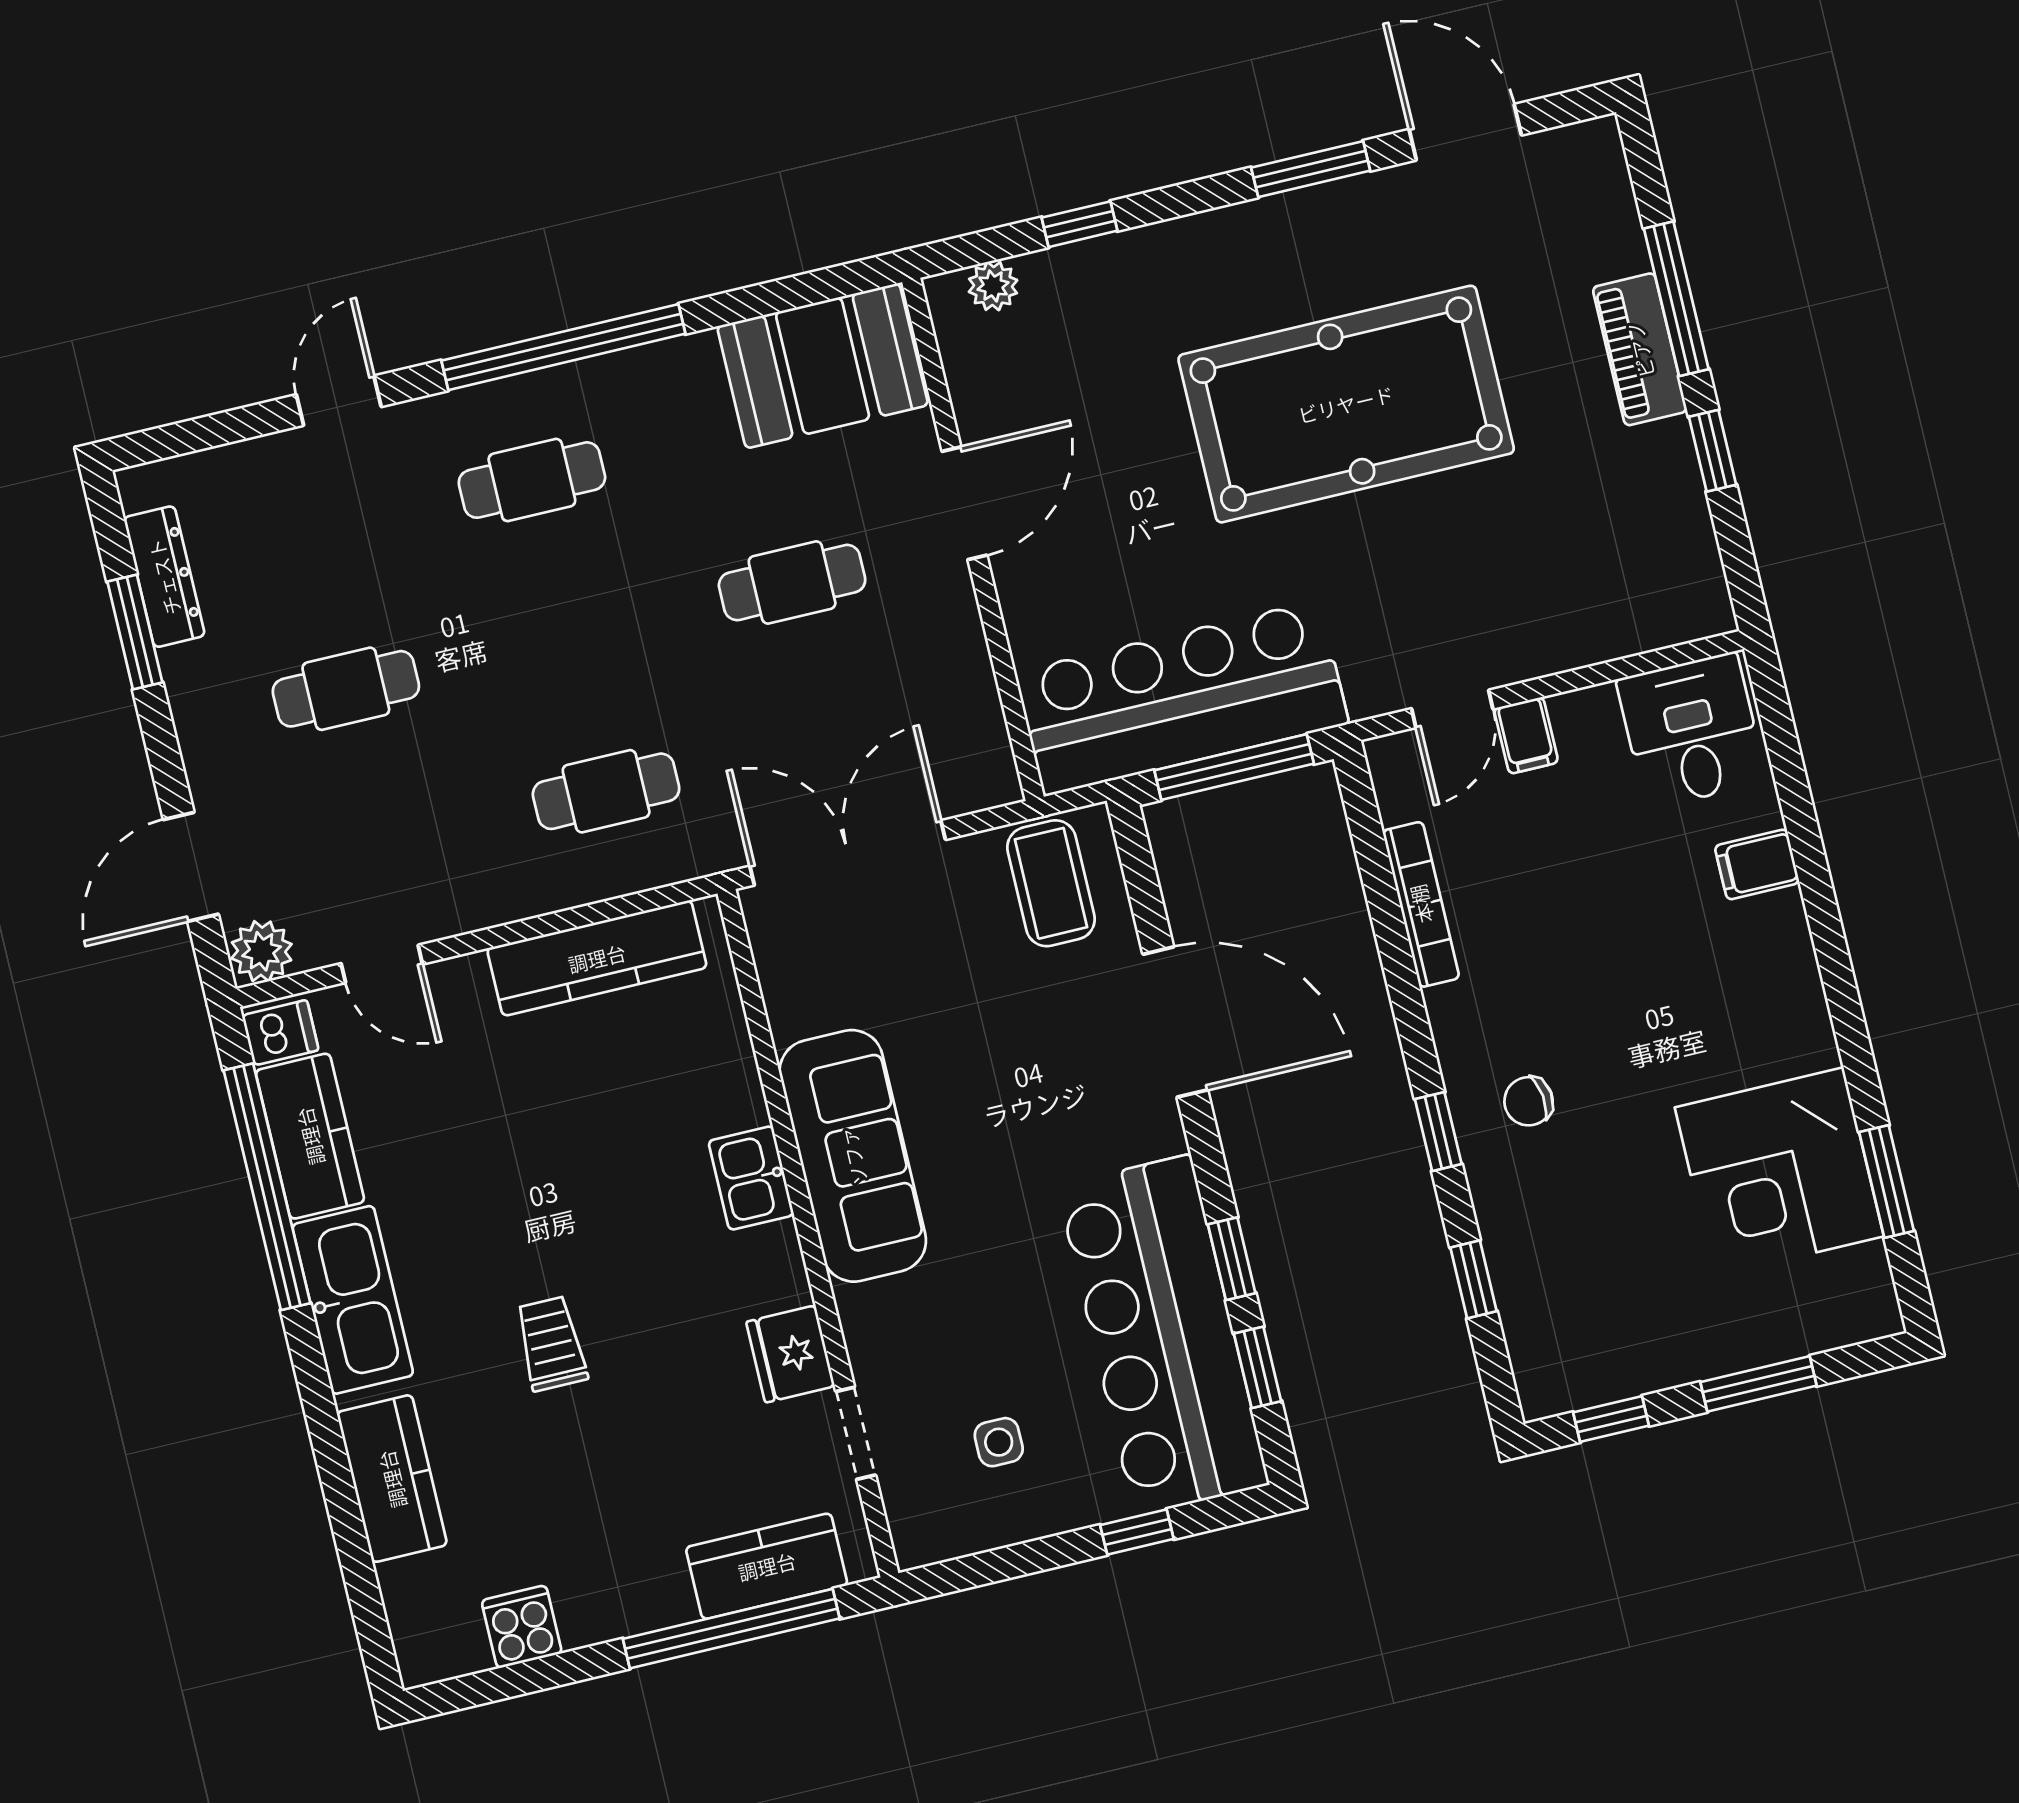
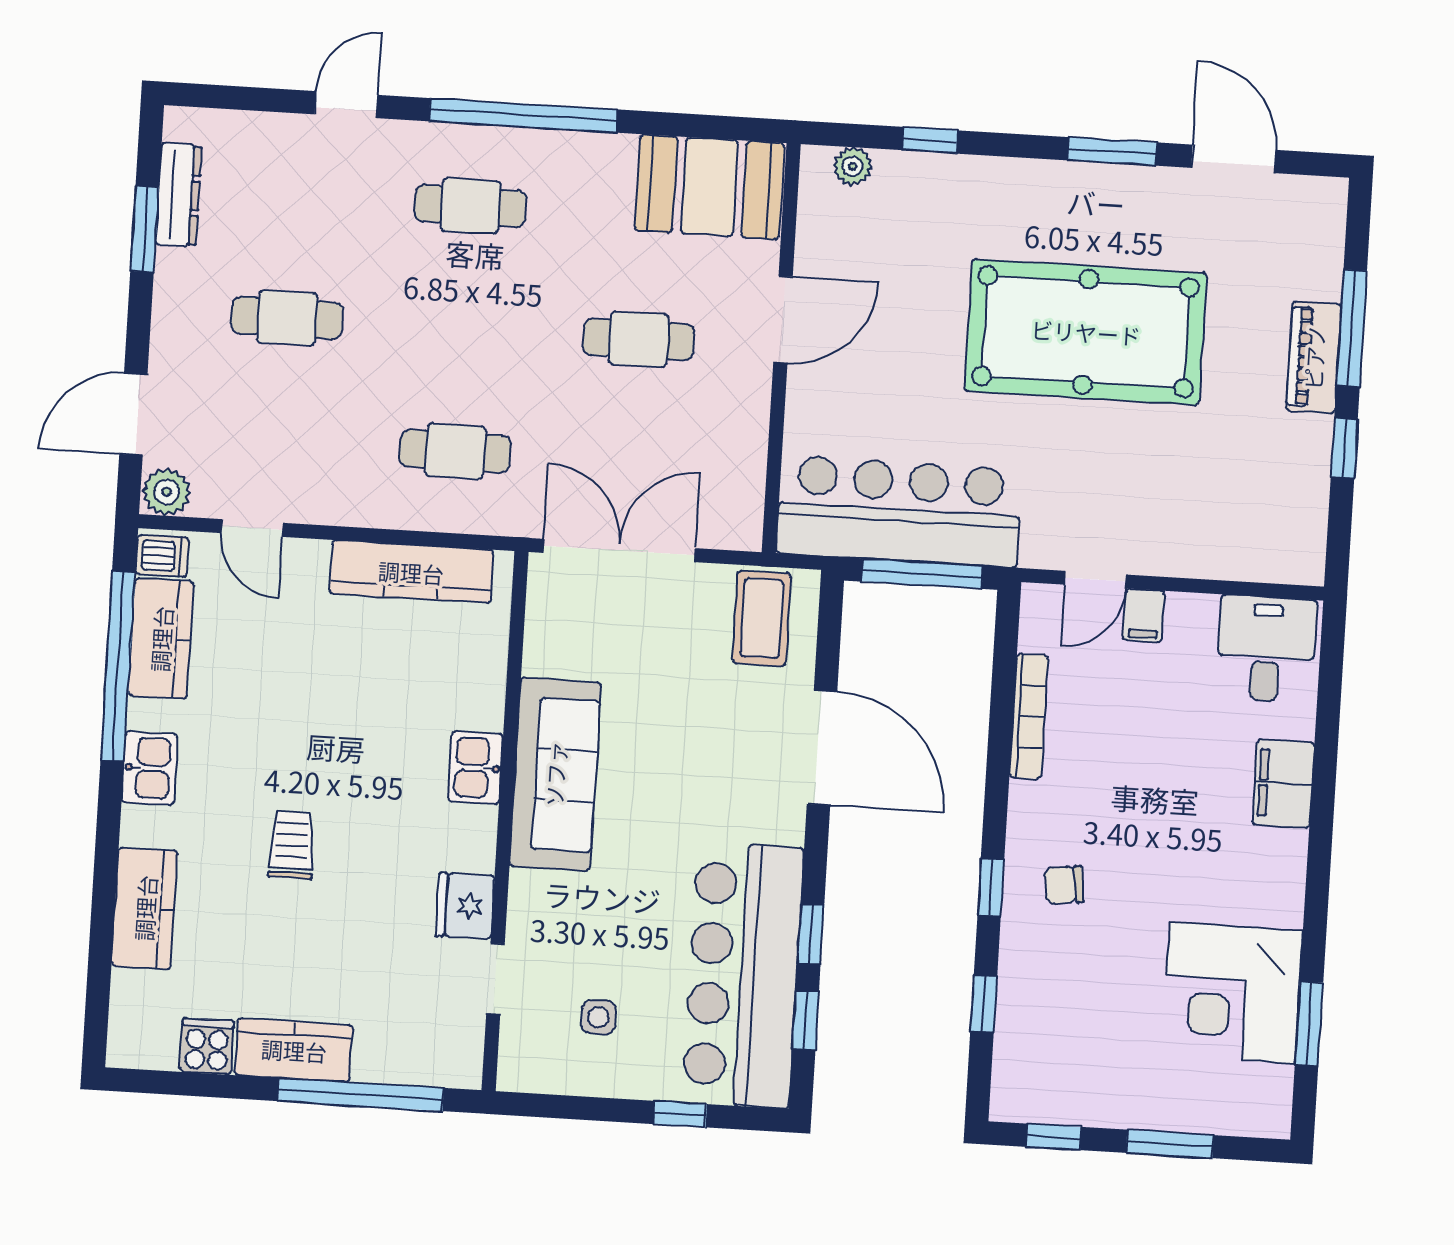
filing cabinet: (1757, 864) -> (1283, 783), width x2.00
kitchen sink: (353, 1300) -> (149, 768), width x0.53, depth x0.81
kitchen counter: (767, 1566) -> (294, 1050), moved

